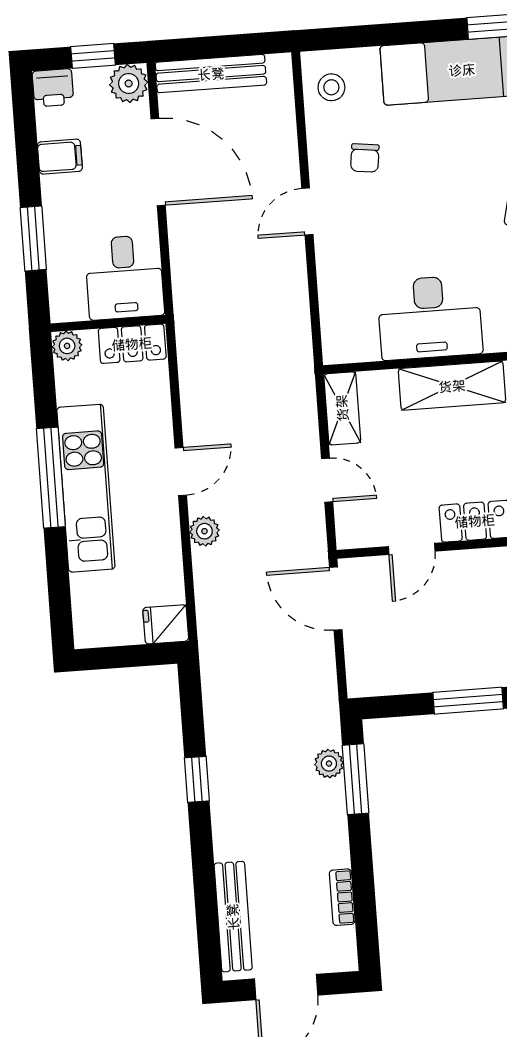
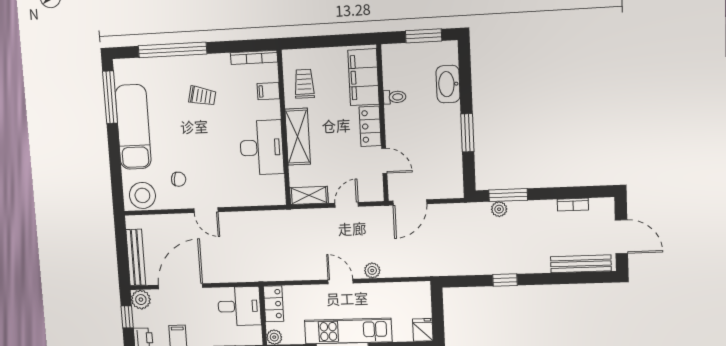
stool: (331, 87) -> (142, 195), width x1.89, depth x1.89
fridge: (166, 624) -> (423, 330), moved, turned 180

